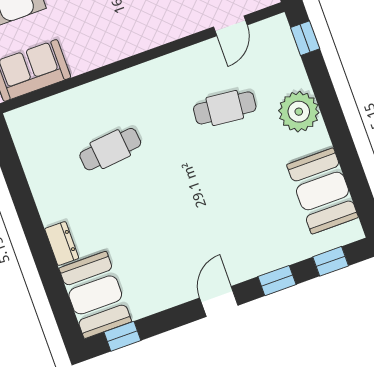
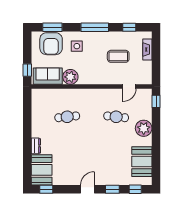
plant: (84, 53) -> (70, 77), added

